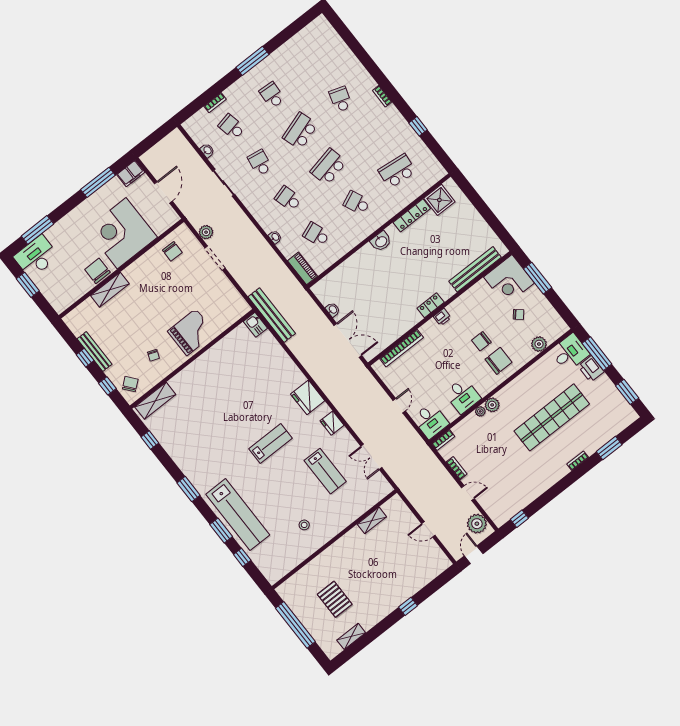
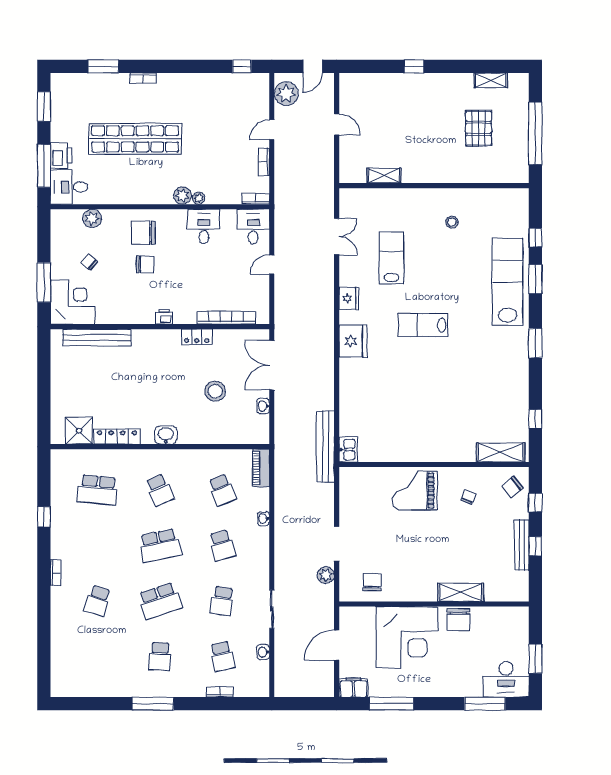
stool: (371, 295) -> (215, 391), added
locker: (431, 305) -> (197, 337), moved
door: (468, 493) -> (272, 130), hinge flipped

